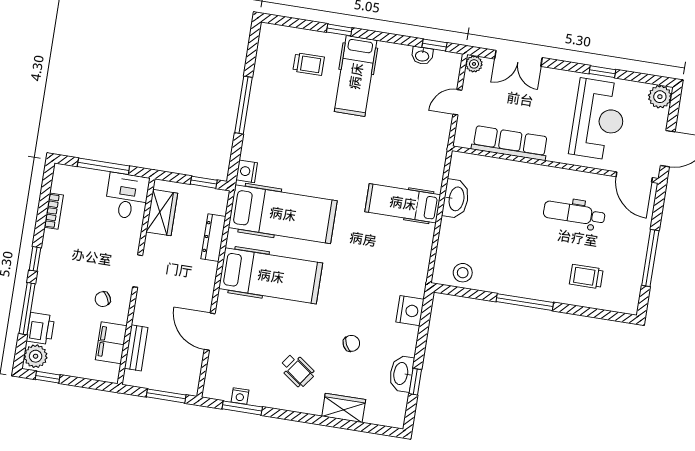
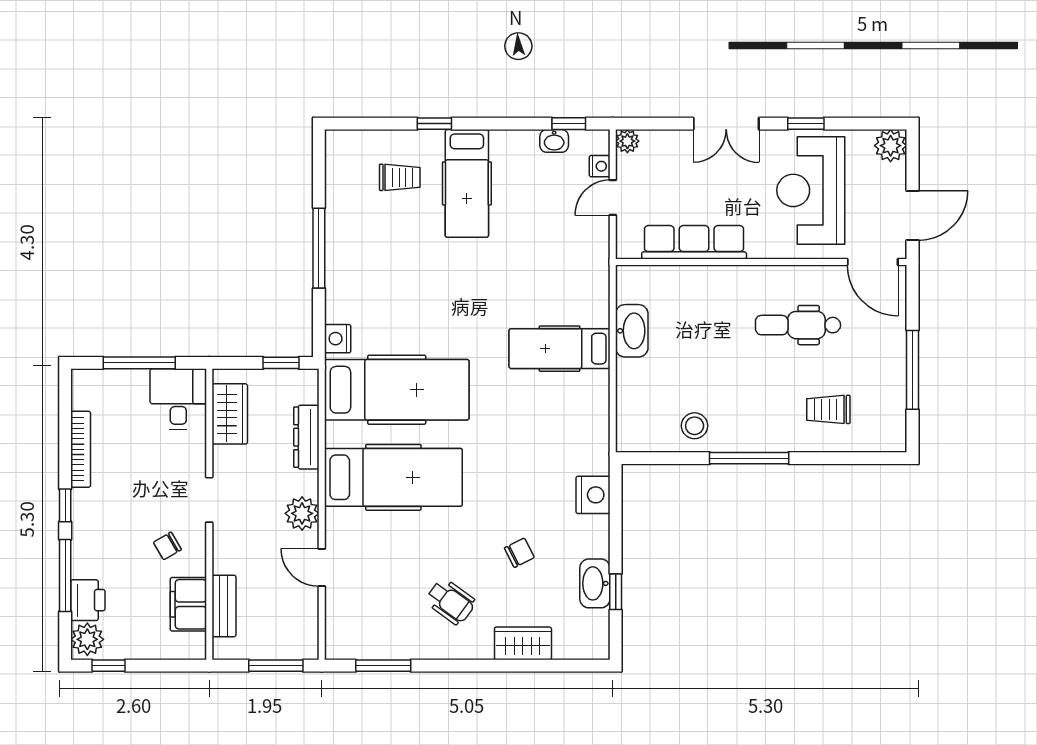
double door: (518, 58) -> (726, 124), moved
reception desk: (598, 119) -> (811, 190), turned 180
bookcase: (54, 211) -> (81, 449), width x1.56
stool: (463, 273) -> (695, 426), moved
plant: (202, 291) -> (302, 513), added
door: (210, 332) -> (322, 568), width x0.73
nightstand: (240, 396) -> (600, 166), moved, turned -90

